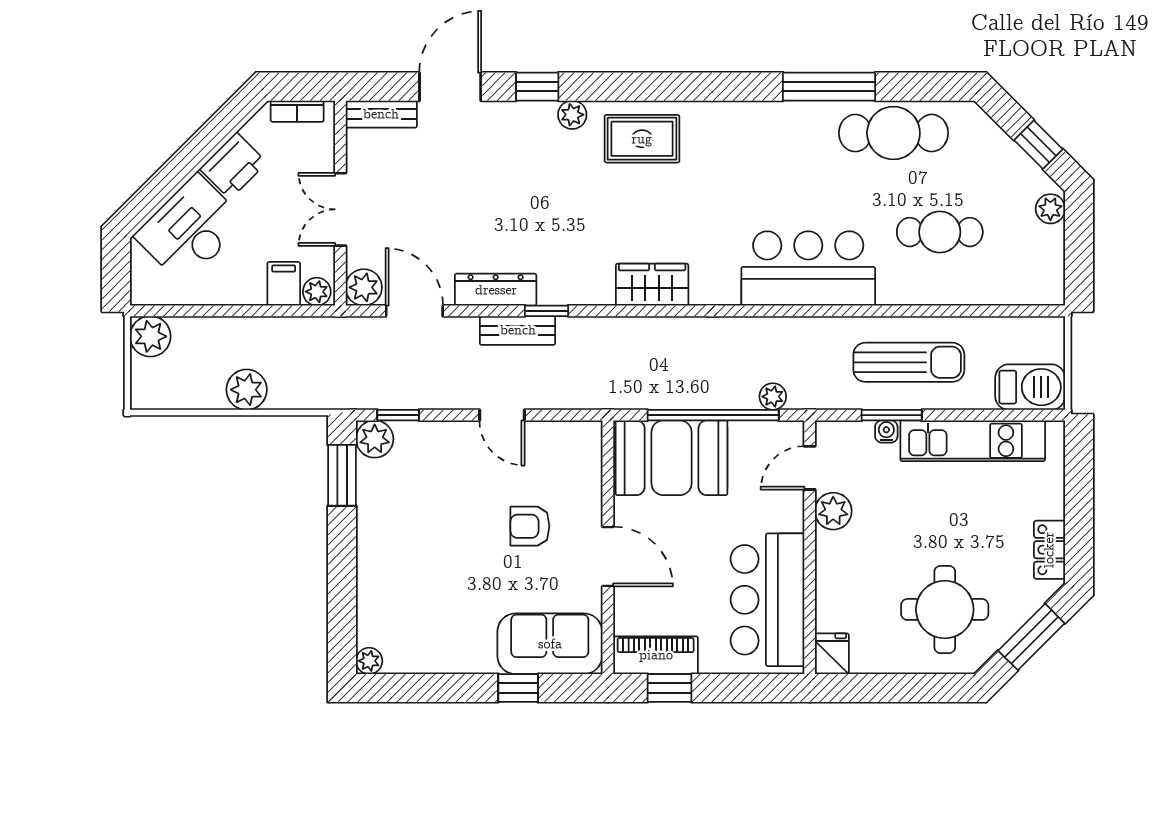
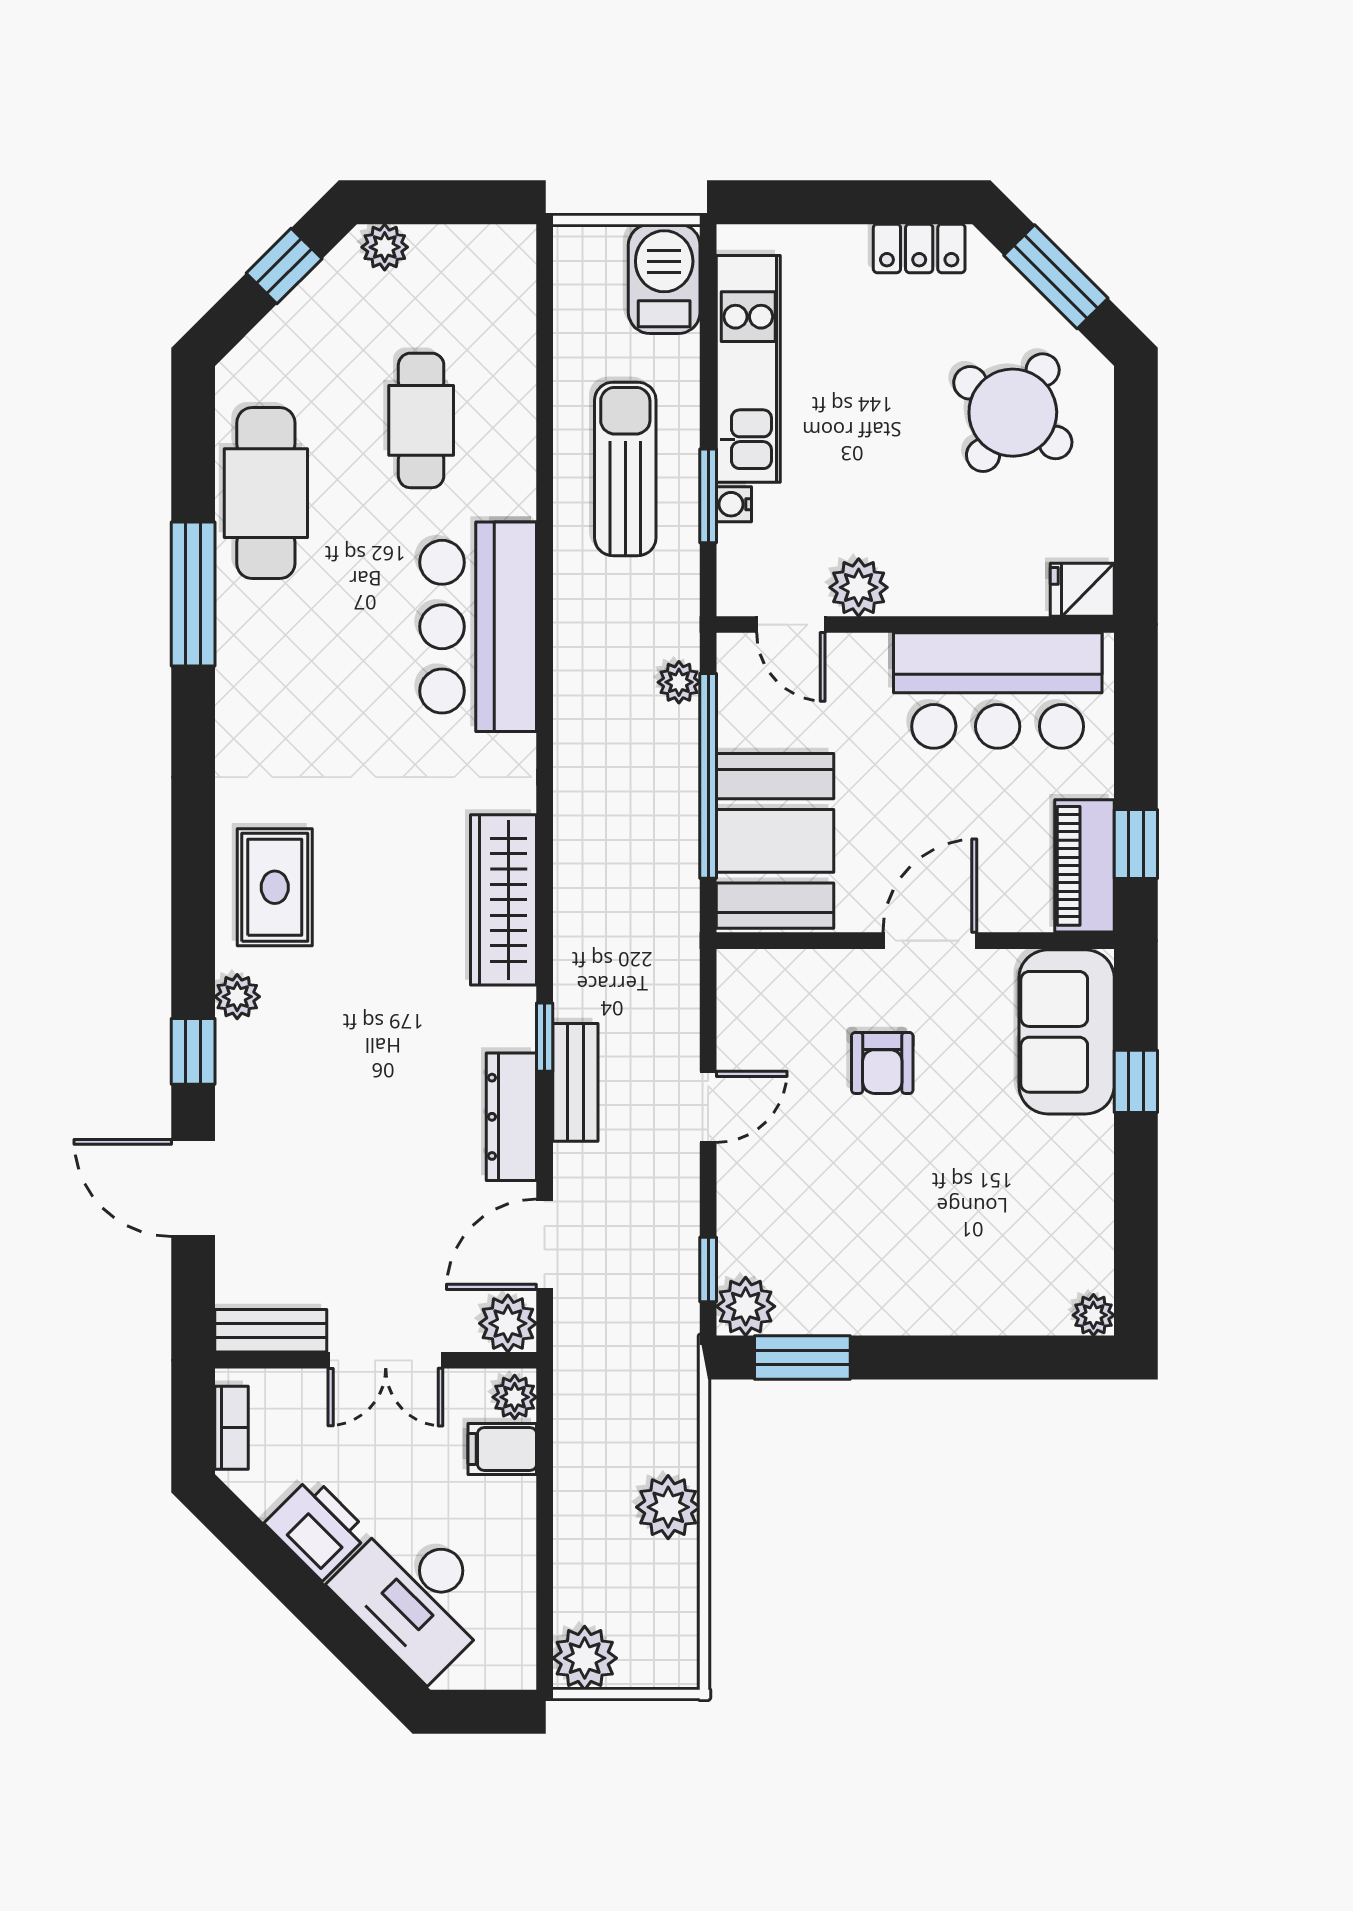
bench: (381, 114) -> (271, 1331), moved, turned 90
wardrobe: (652, 285) -> (504, 900), width x1.50
round table: (945, 609) -> (1013, 413), turned 35

